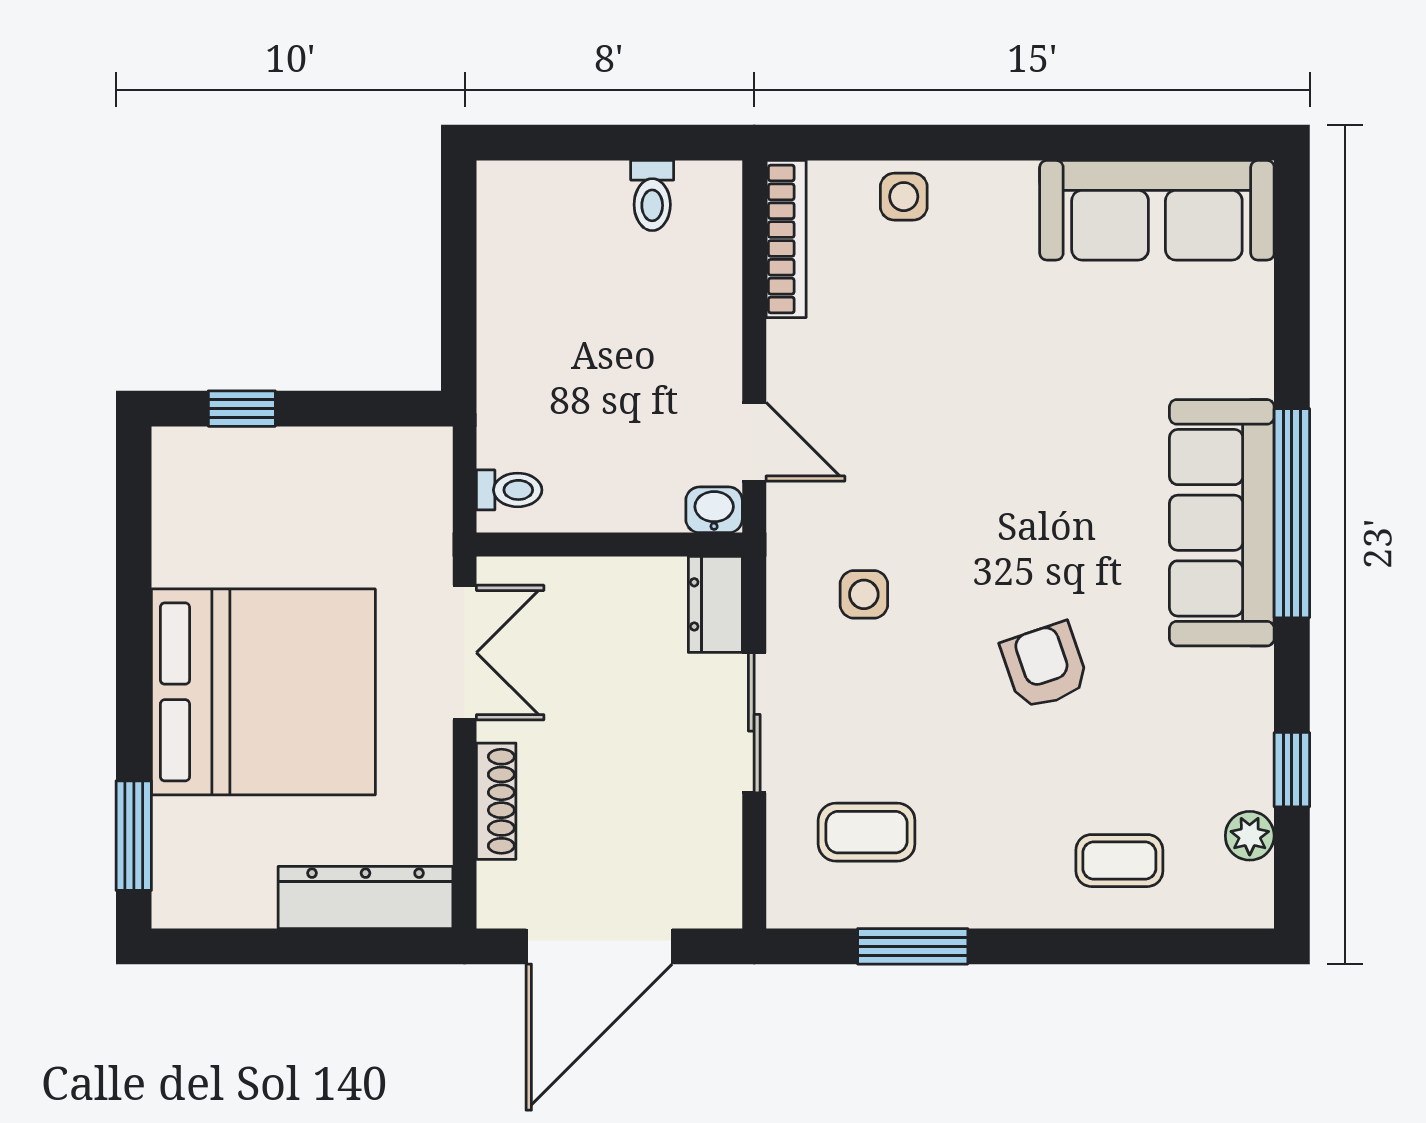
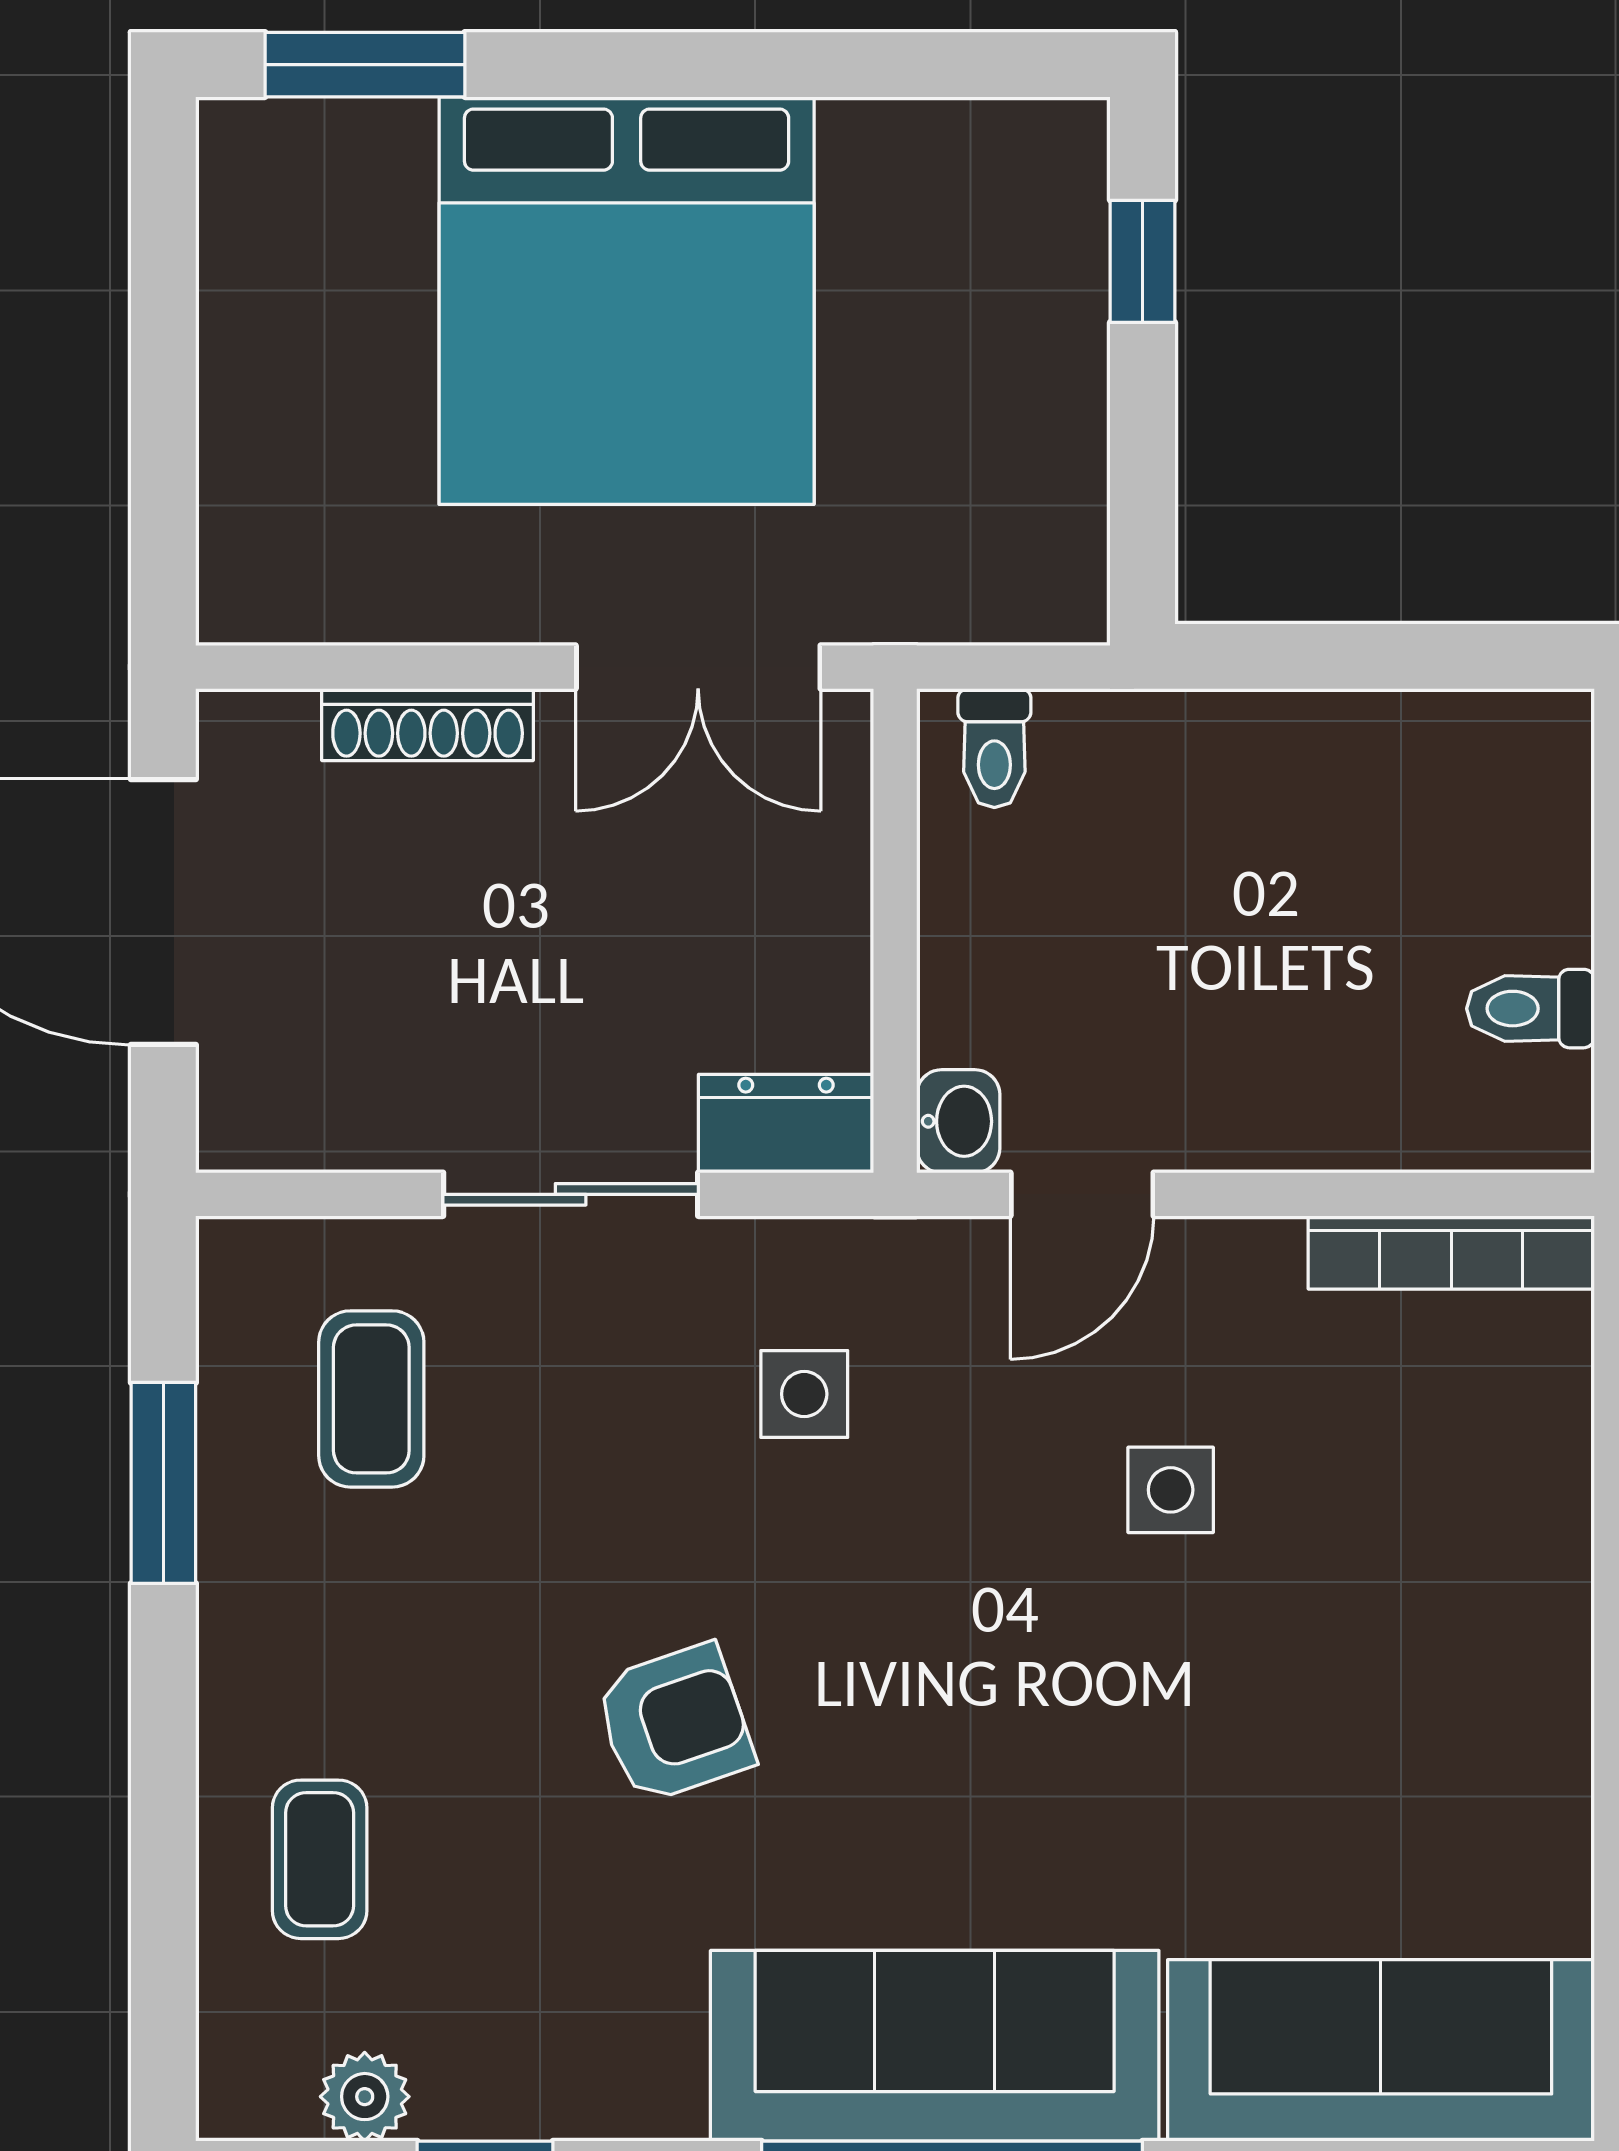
side table: (904, 197) -> (1171, 1490), moved
sofa: (1157, 210) -> (1381, 2050), moved, turned 90
dresser: (366, 897) -> (252, 487), removed

